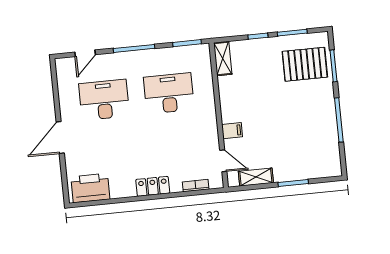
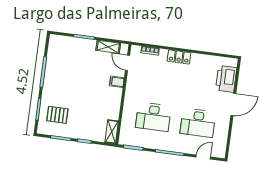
pallet: (305, 64) -> (57, 115), width x0.67, depth x0.71
printer: (90, 188) -> (226, 79), moved, turned 90

